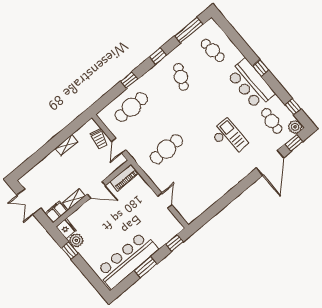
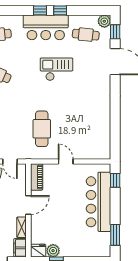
window: (293, 107) -> (60, 10), moved
checkout: (229, 138) -> (57, 69), moved
door: (165, 201) -> (66, 162), moved
bar counter: (127, 260) -> (99, 202), moved
window: (145, 267) -> (115, 235), moved

